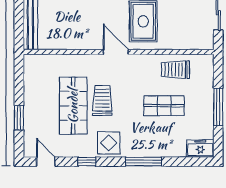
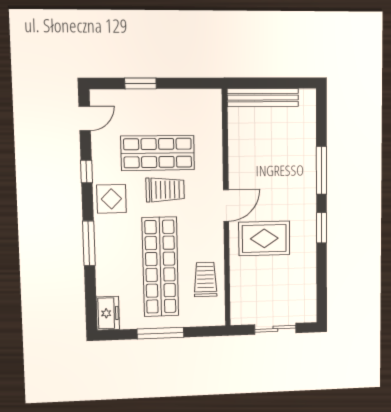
shop shelf: (164, 106) -> (160, 267), width x2.00, depth x1.36

